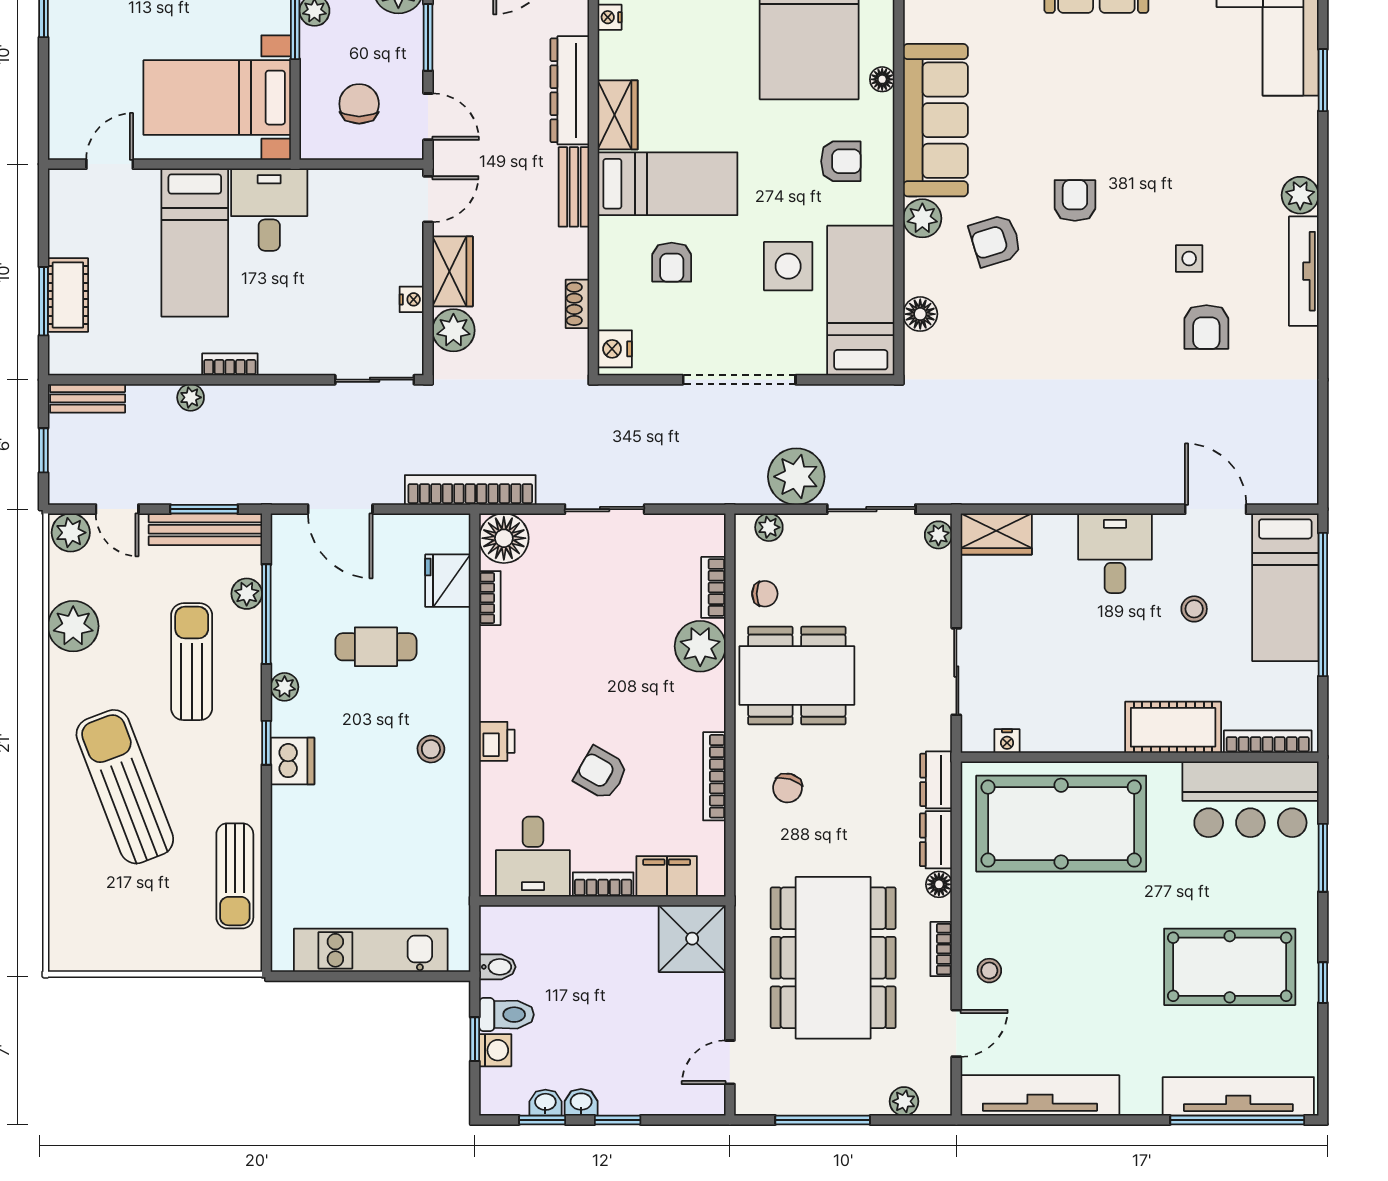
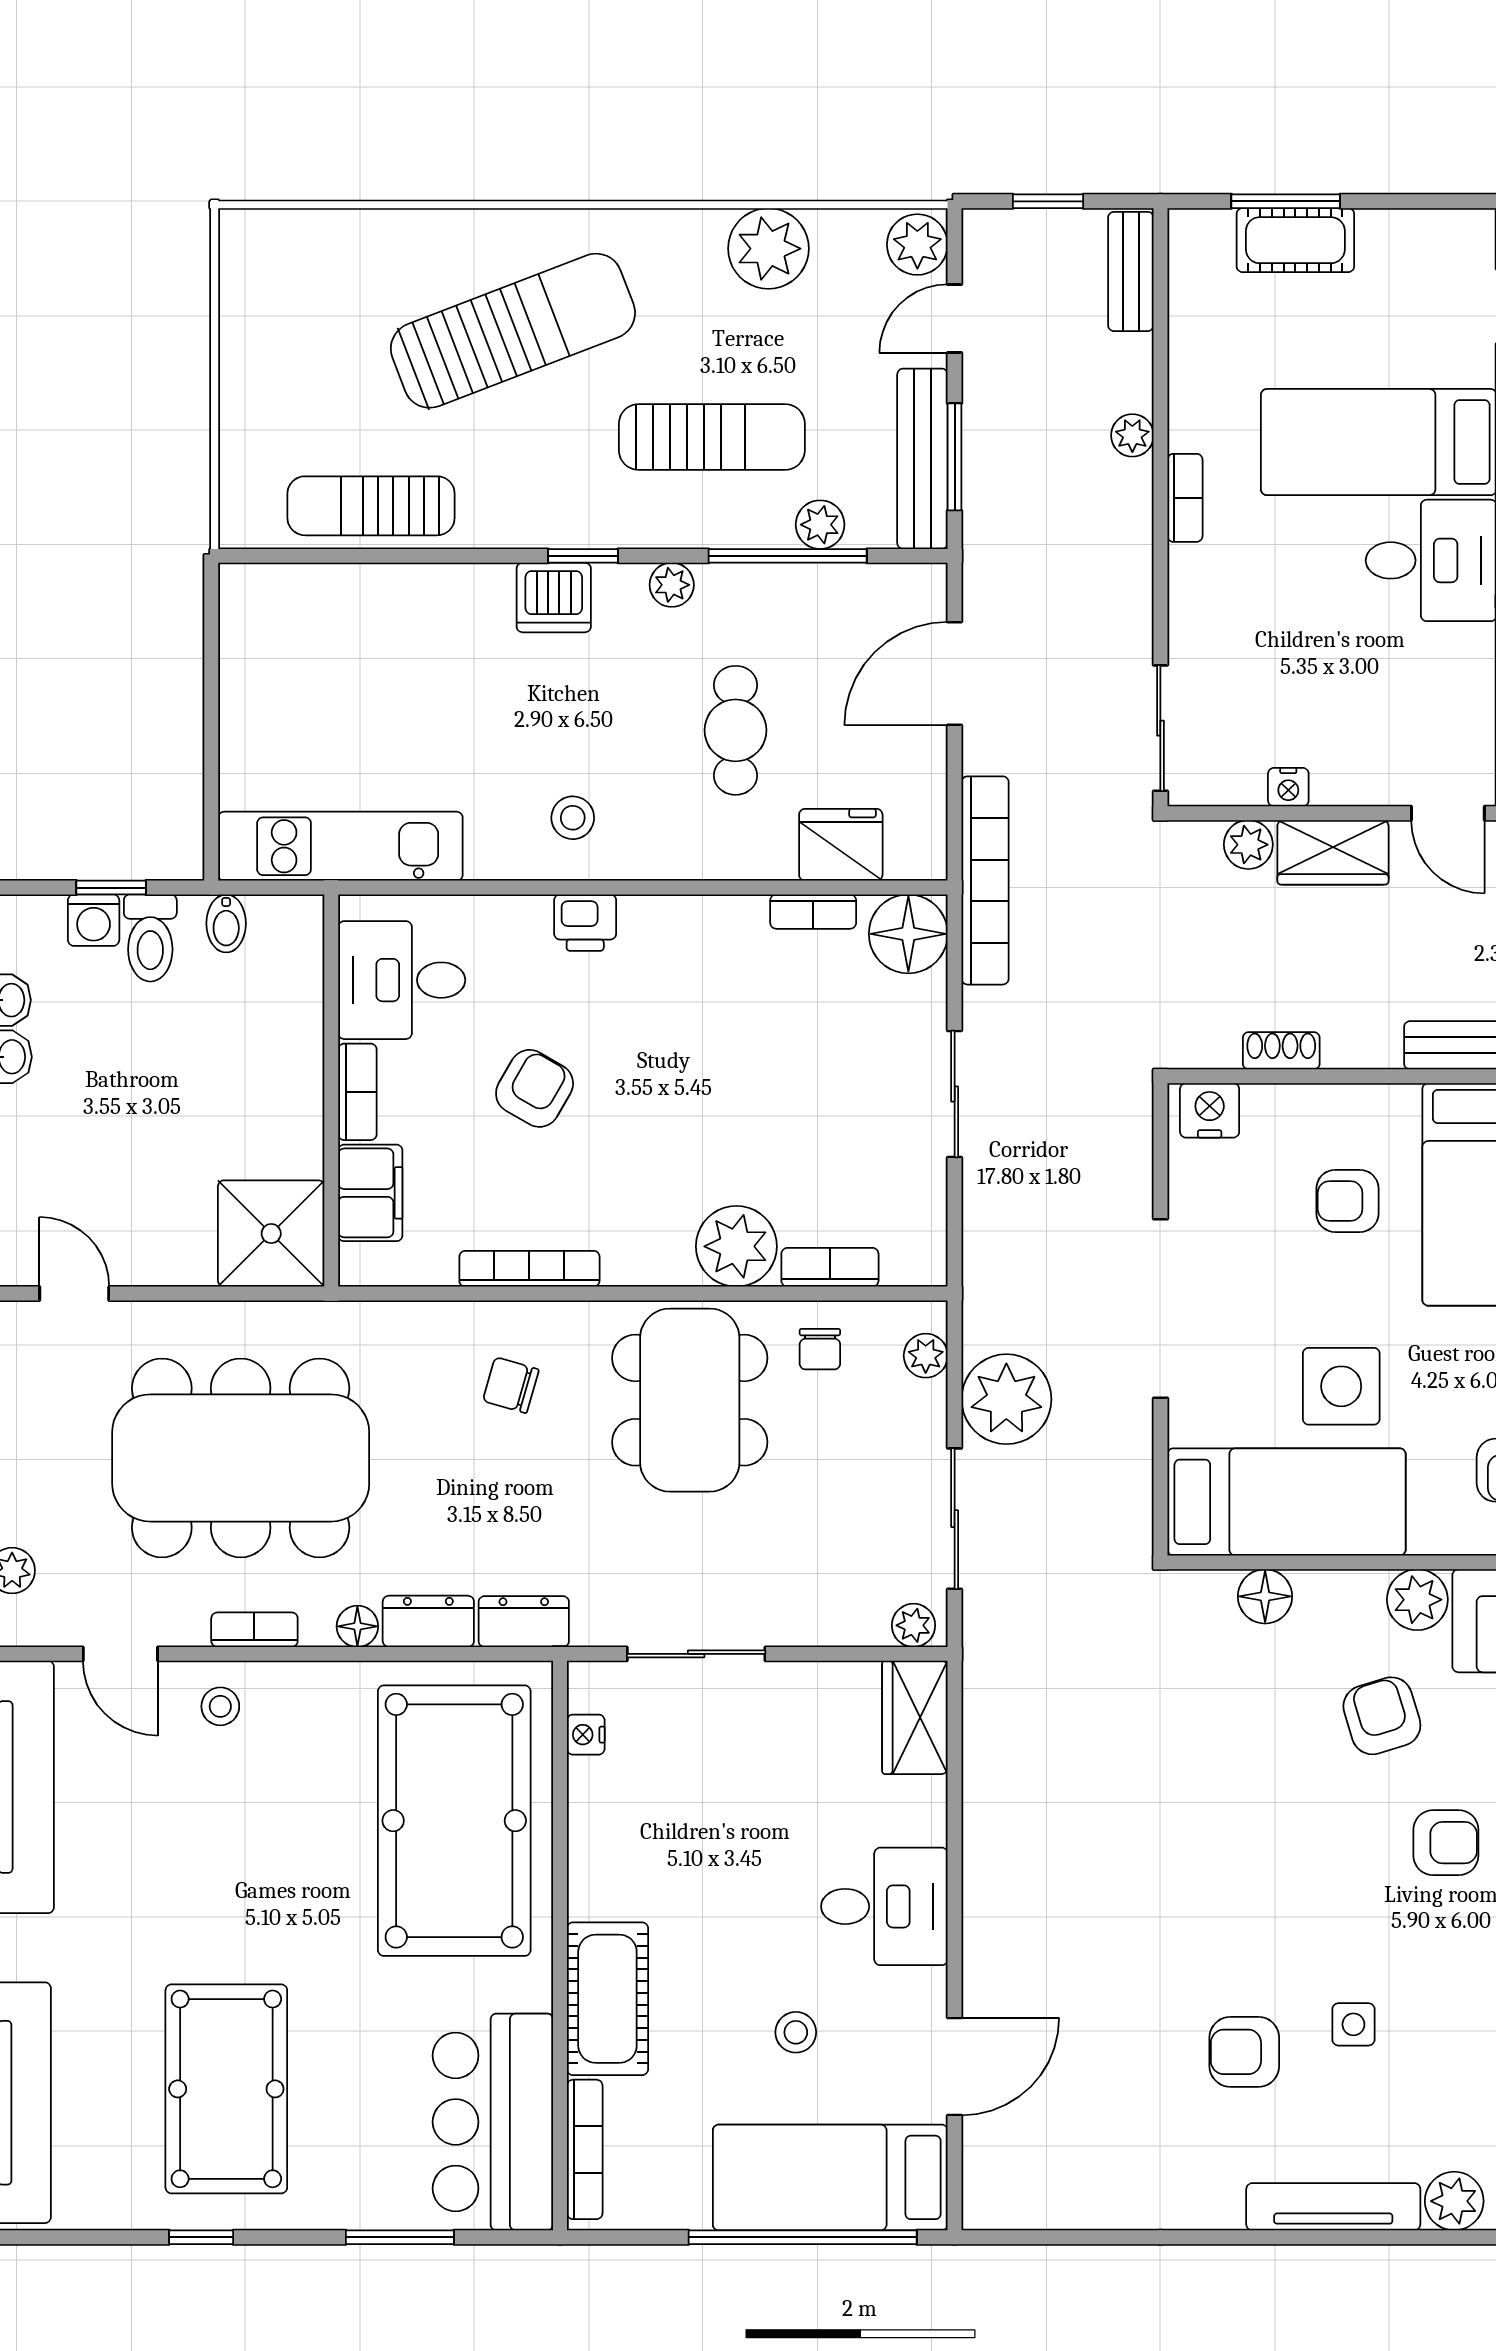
plant: (453, 330) -> (1248, 845), width x0.73, depth x0.73
kitchen unit: (371, 950) -> (340, 846), moved, turned -90

